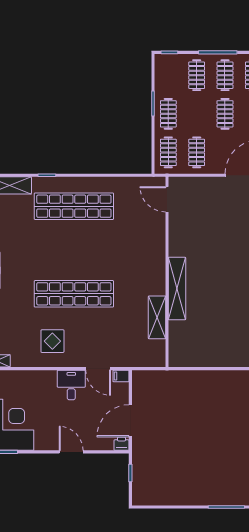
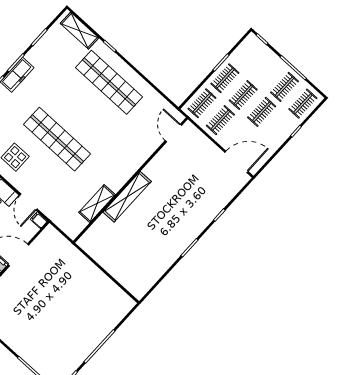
clothes rail: (197, 75) -> (243, 95), moved

